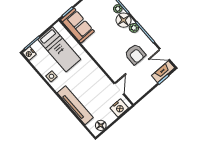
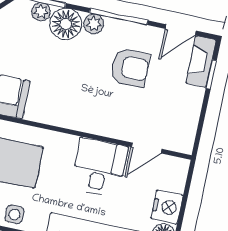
desk: (96, 83) -> (99, 167), added
door: (119, 89) -> (147, 148), swing flipped
nightstand: (119, 108) -> (167, 207), moved

